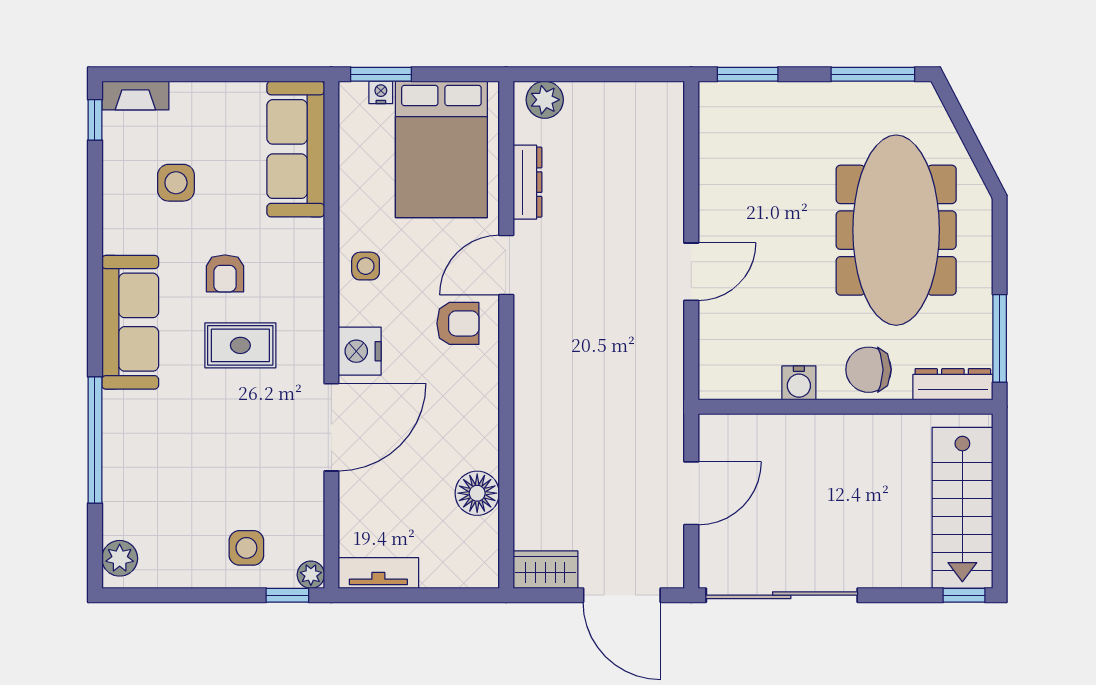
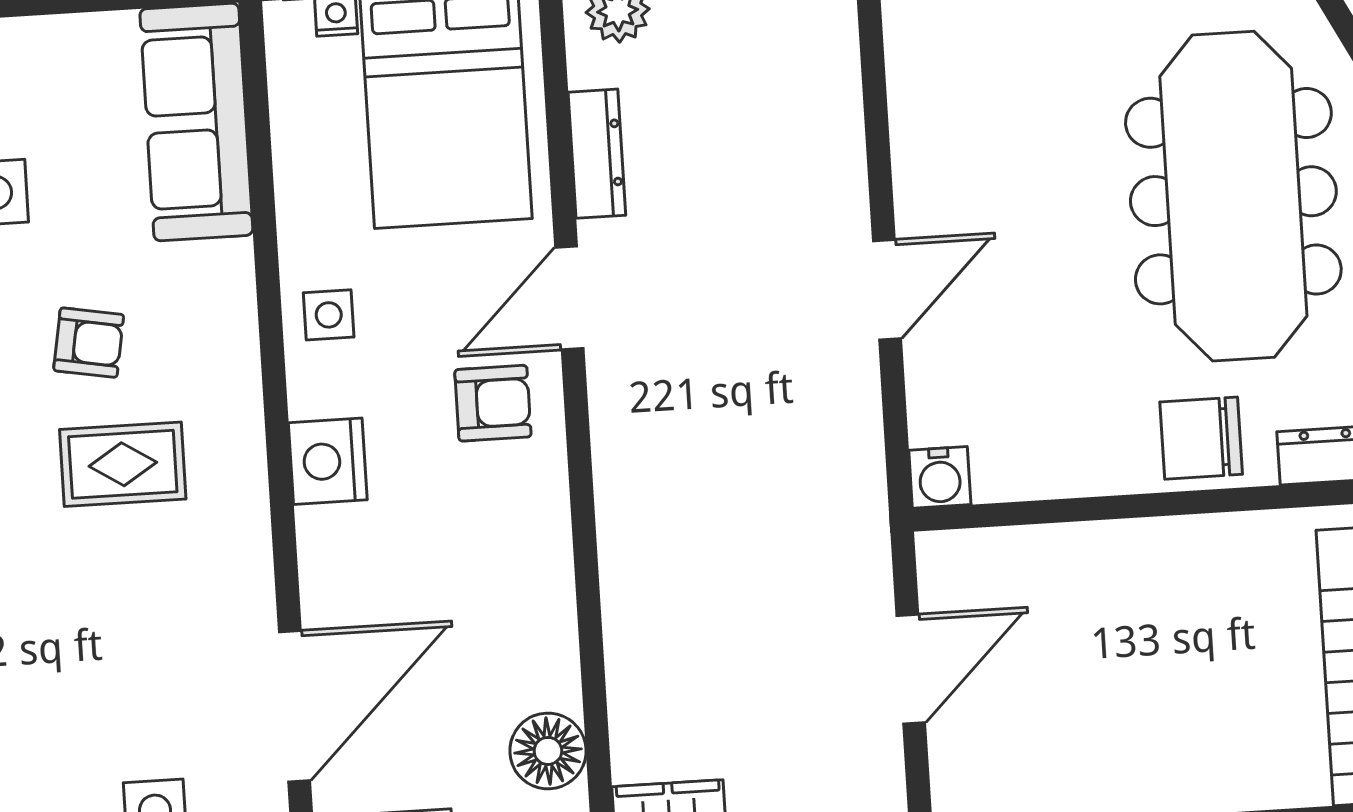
armchair: (225, 273) -> (89, 343), turned -80
water cooler: (799, 383) -> (940, 477), moved
door: (331, 427) -> (295, 706), moved
floor lamp: (477, 493) -> (548, 751), moved

